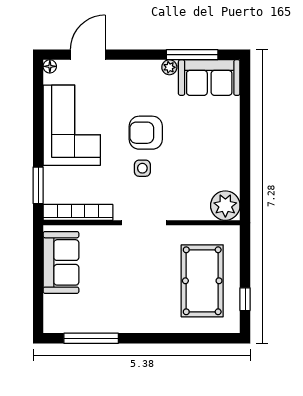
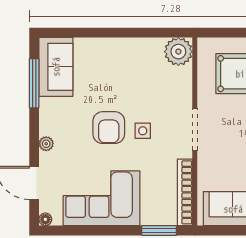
plant: (169, 67) -> (46, 144), moved

